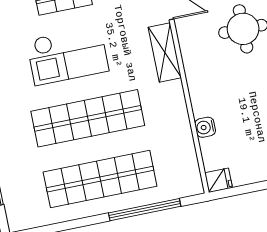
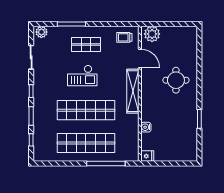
shelving: (165, 52) -> (133, 91), width x1.47
checkout: (68, 56) -> (82, 76), width x0.73, depth x0.83

